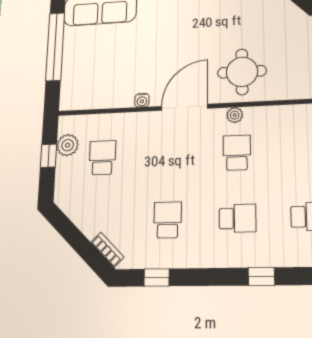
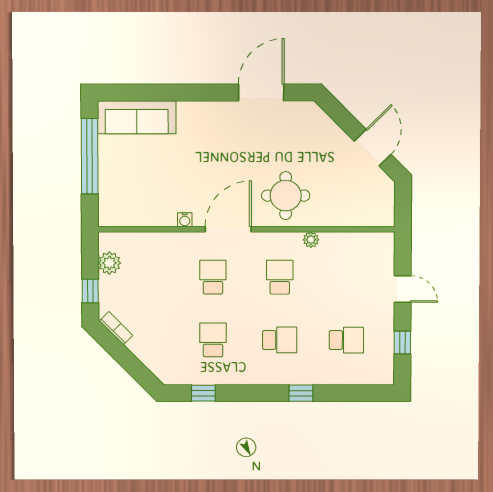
plant: (235, 115) -> (311, 240), moved
window: (48, 156) -> (90, 291), moved
school desk: (102, 158) -> (213, 277), moved
bookcase: (107, 250) -> (116, 328), moved

